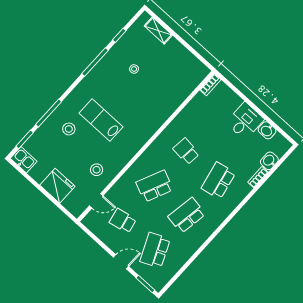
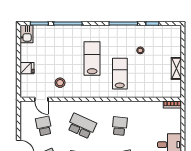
shelving: (158, 30) -> (176, 68), moved
lab bench: (138, 107) -> (120, 74), added
stool: (69, 129) -> (69, 44), removed
fridge: (57, 186) -> (27, 68), width x0.53, depth x0.75

